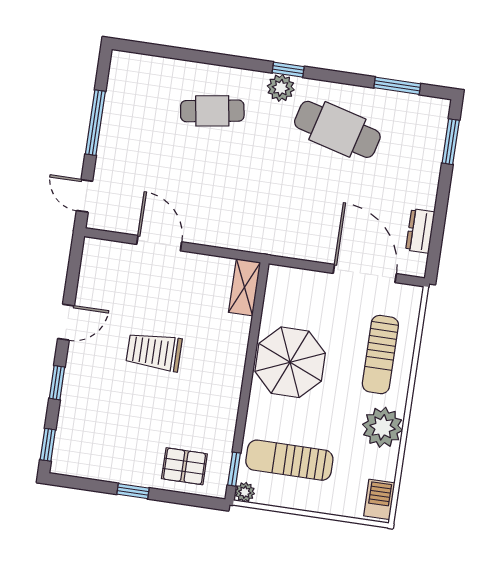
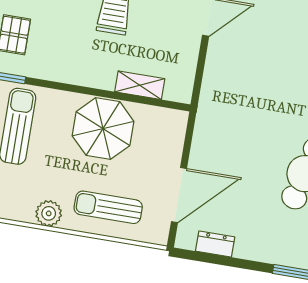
shelving: (245, 287) -> (140, 85), moved
plant: (383, 427) -> (49, 213), width x0.73, depth x0.73

